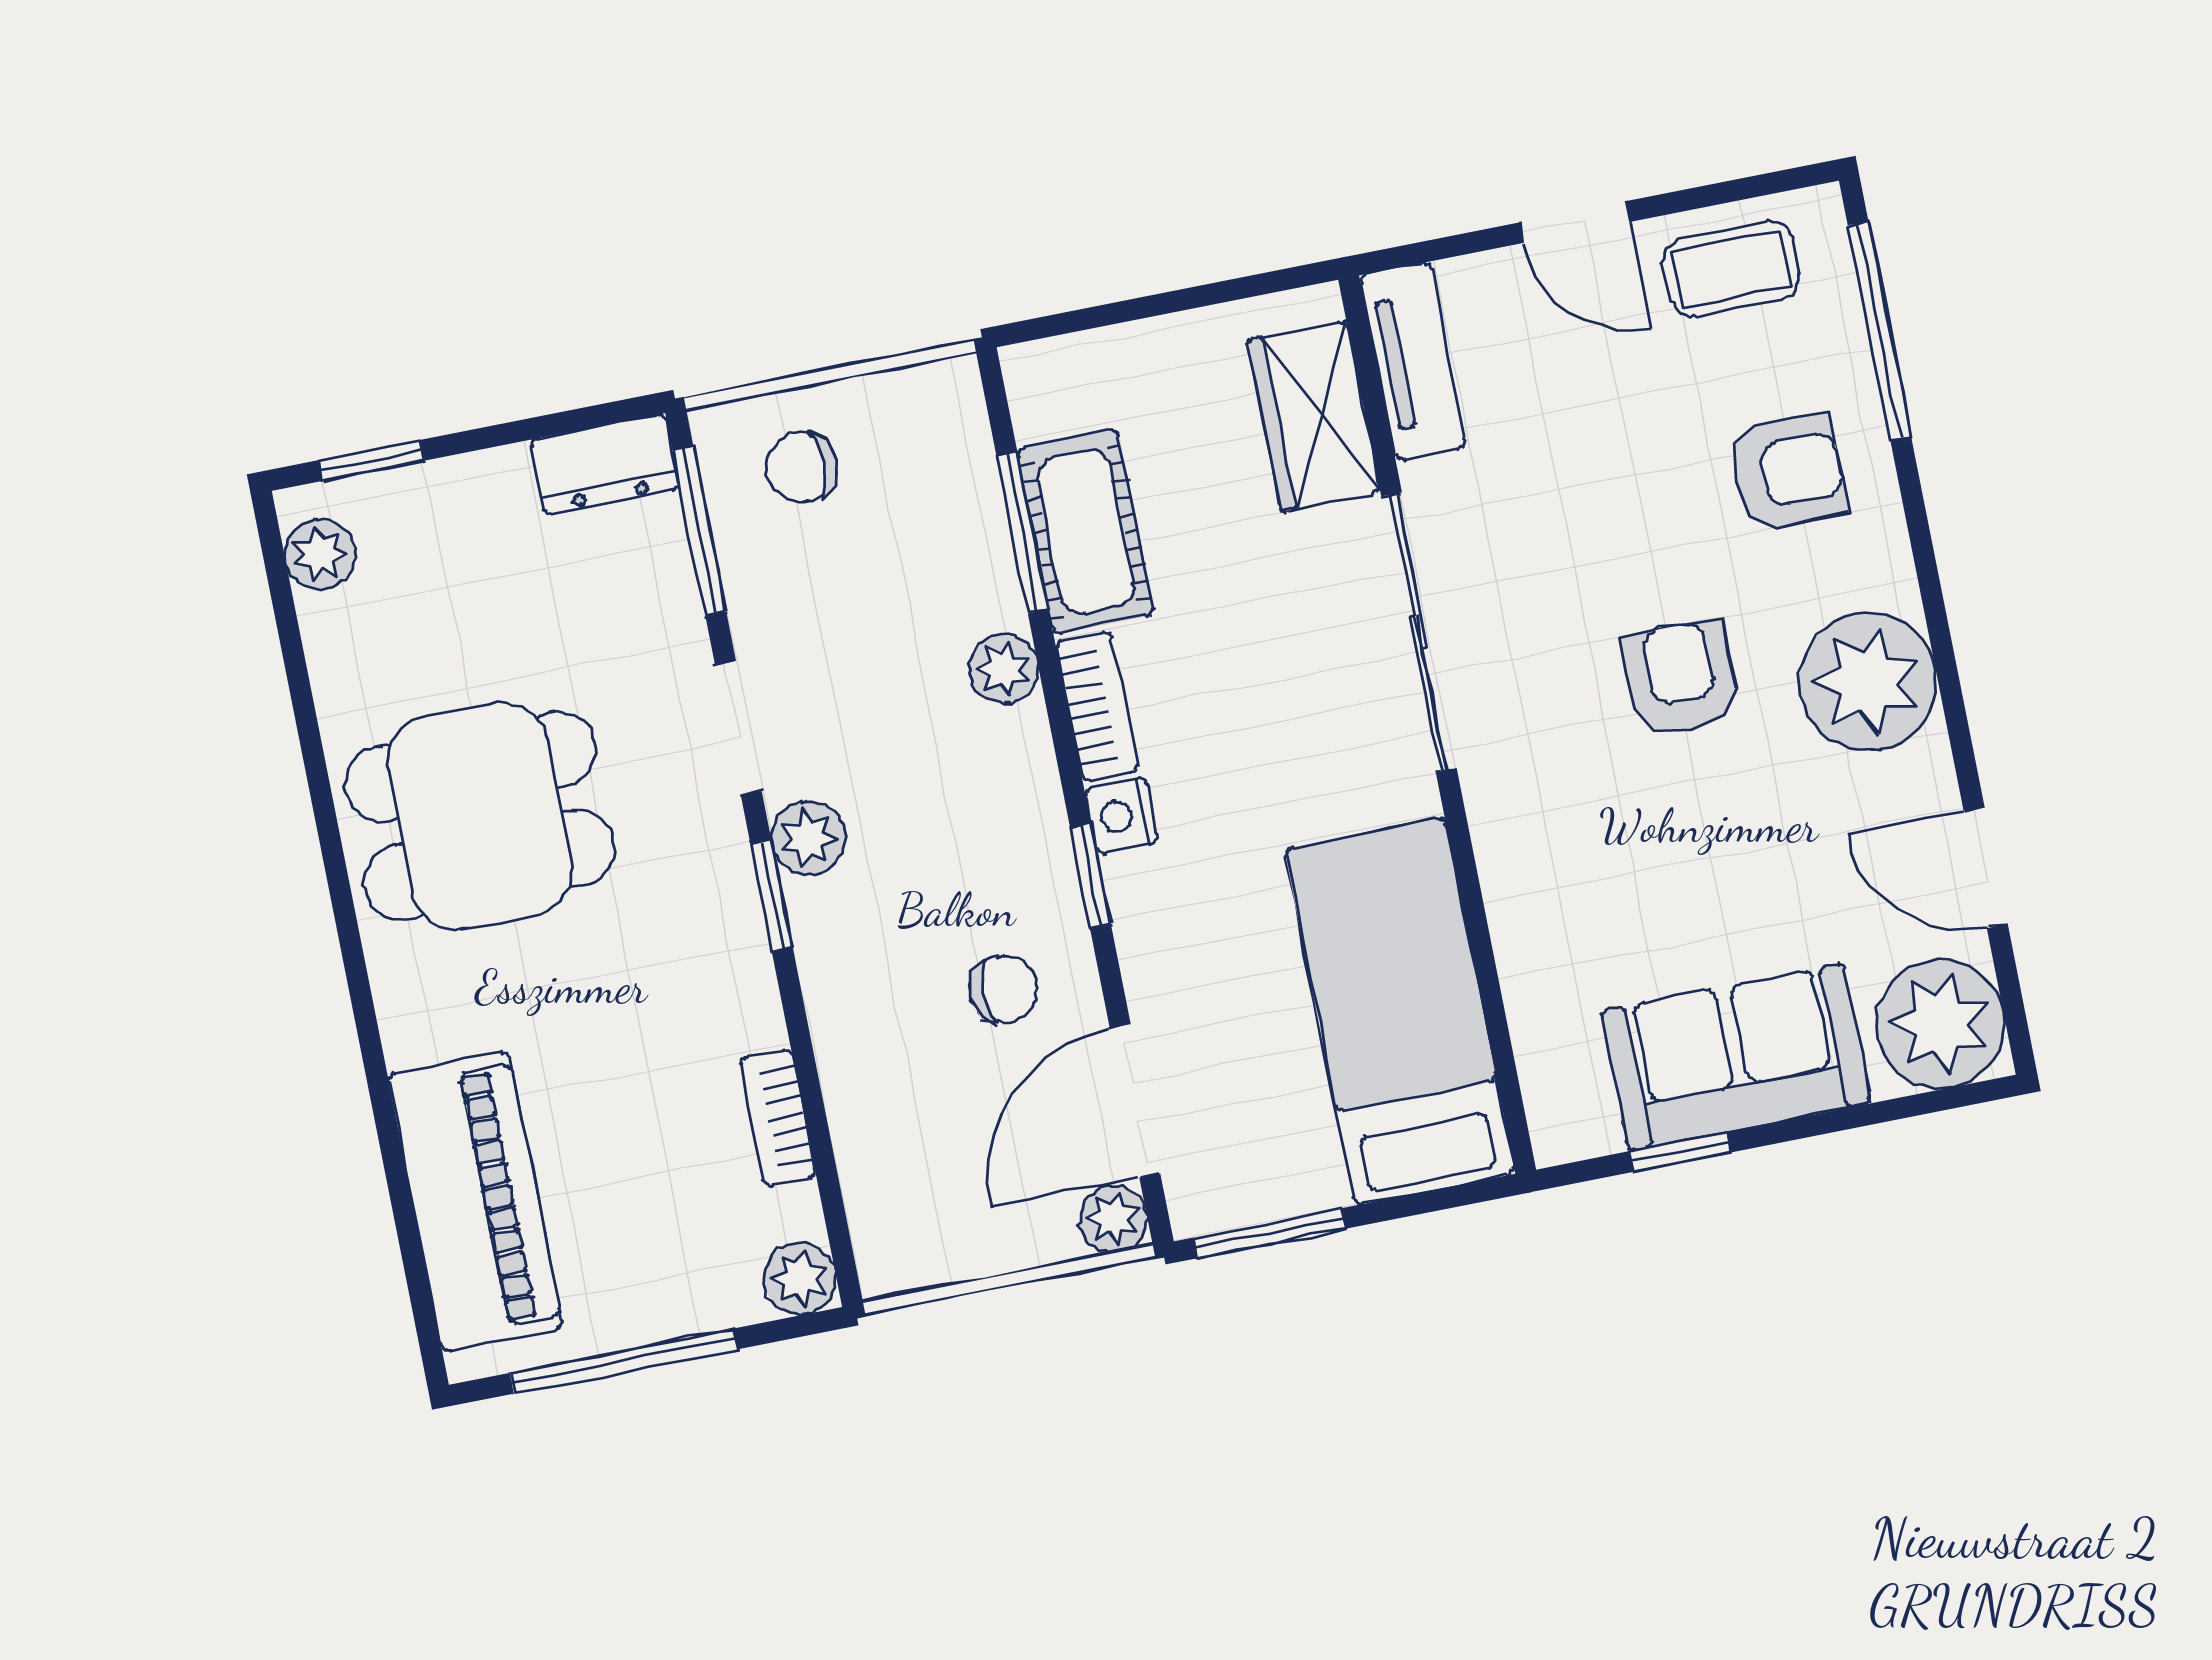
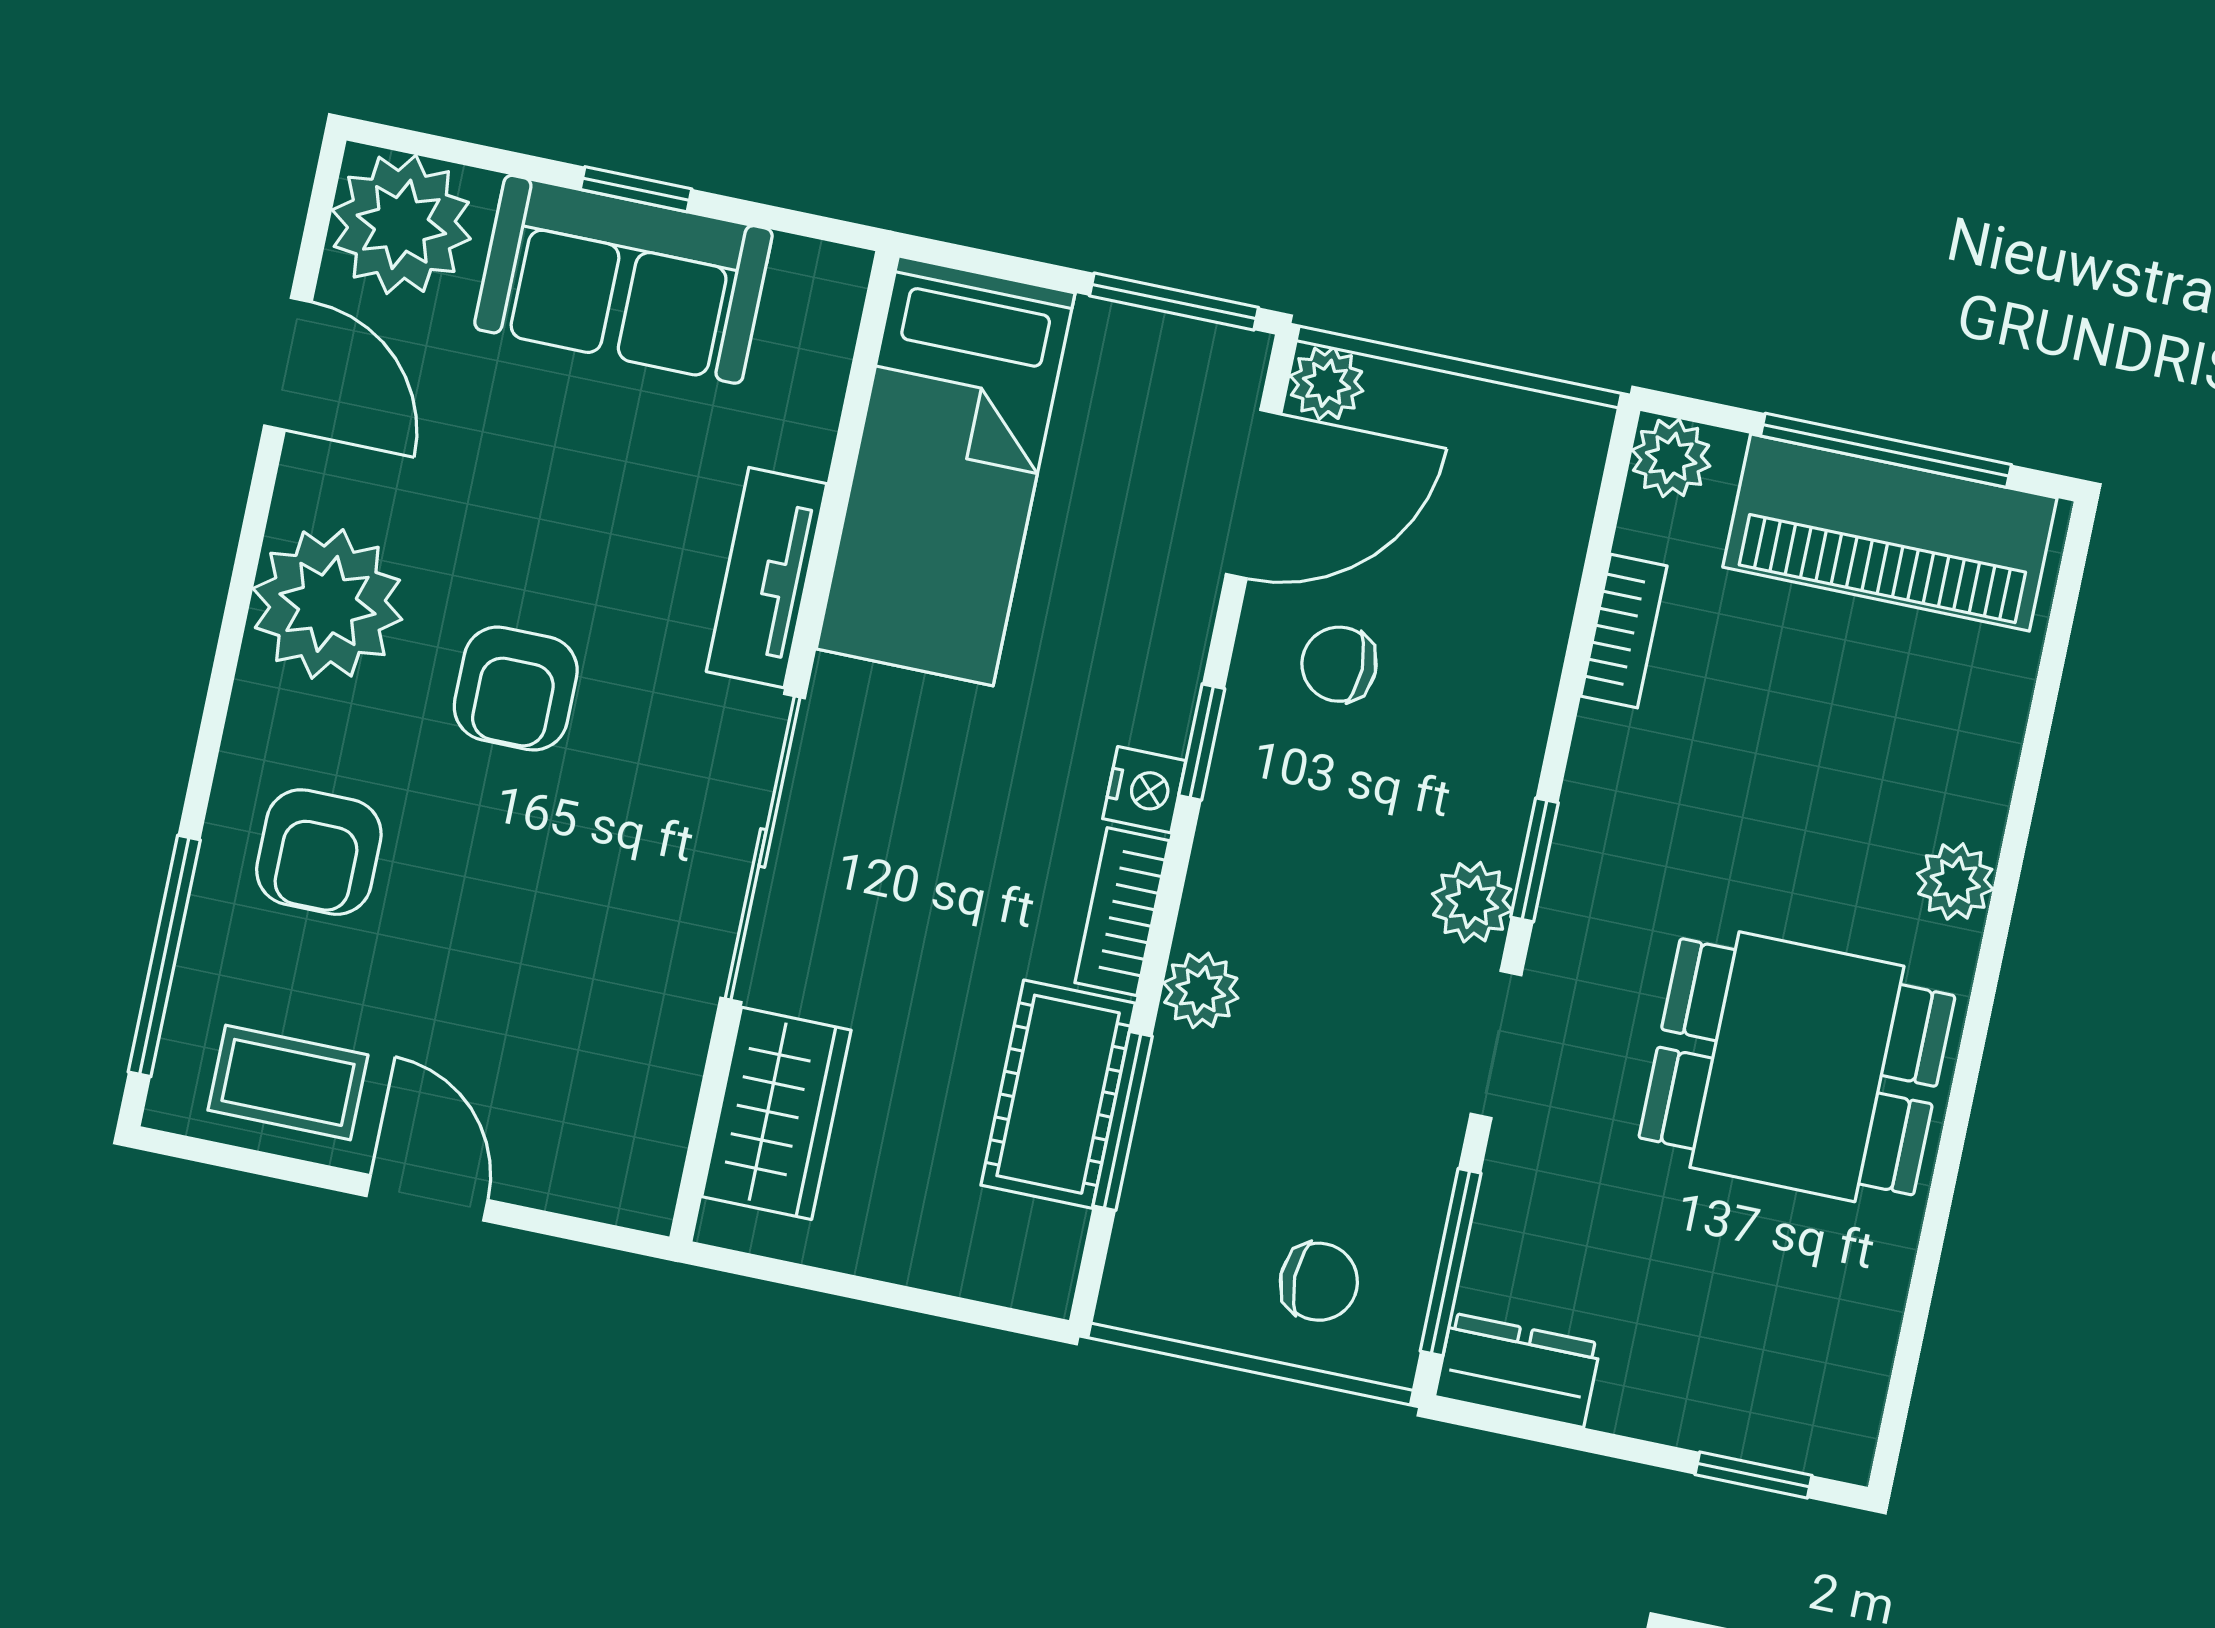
tv unit: (1413, 361) -> (767, 578), moved
armchair: (1787, 472) -> (319, 852), turned -90
plant: (320, 554) -> (1955, 881), moved
window: (1680, 1152) -> (636, 189), moved
piano: (475, 1201) -> (1890, 533), moved, turned -90

